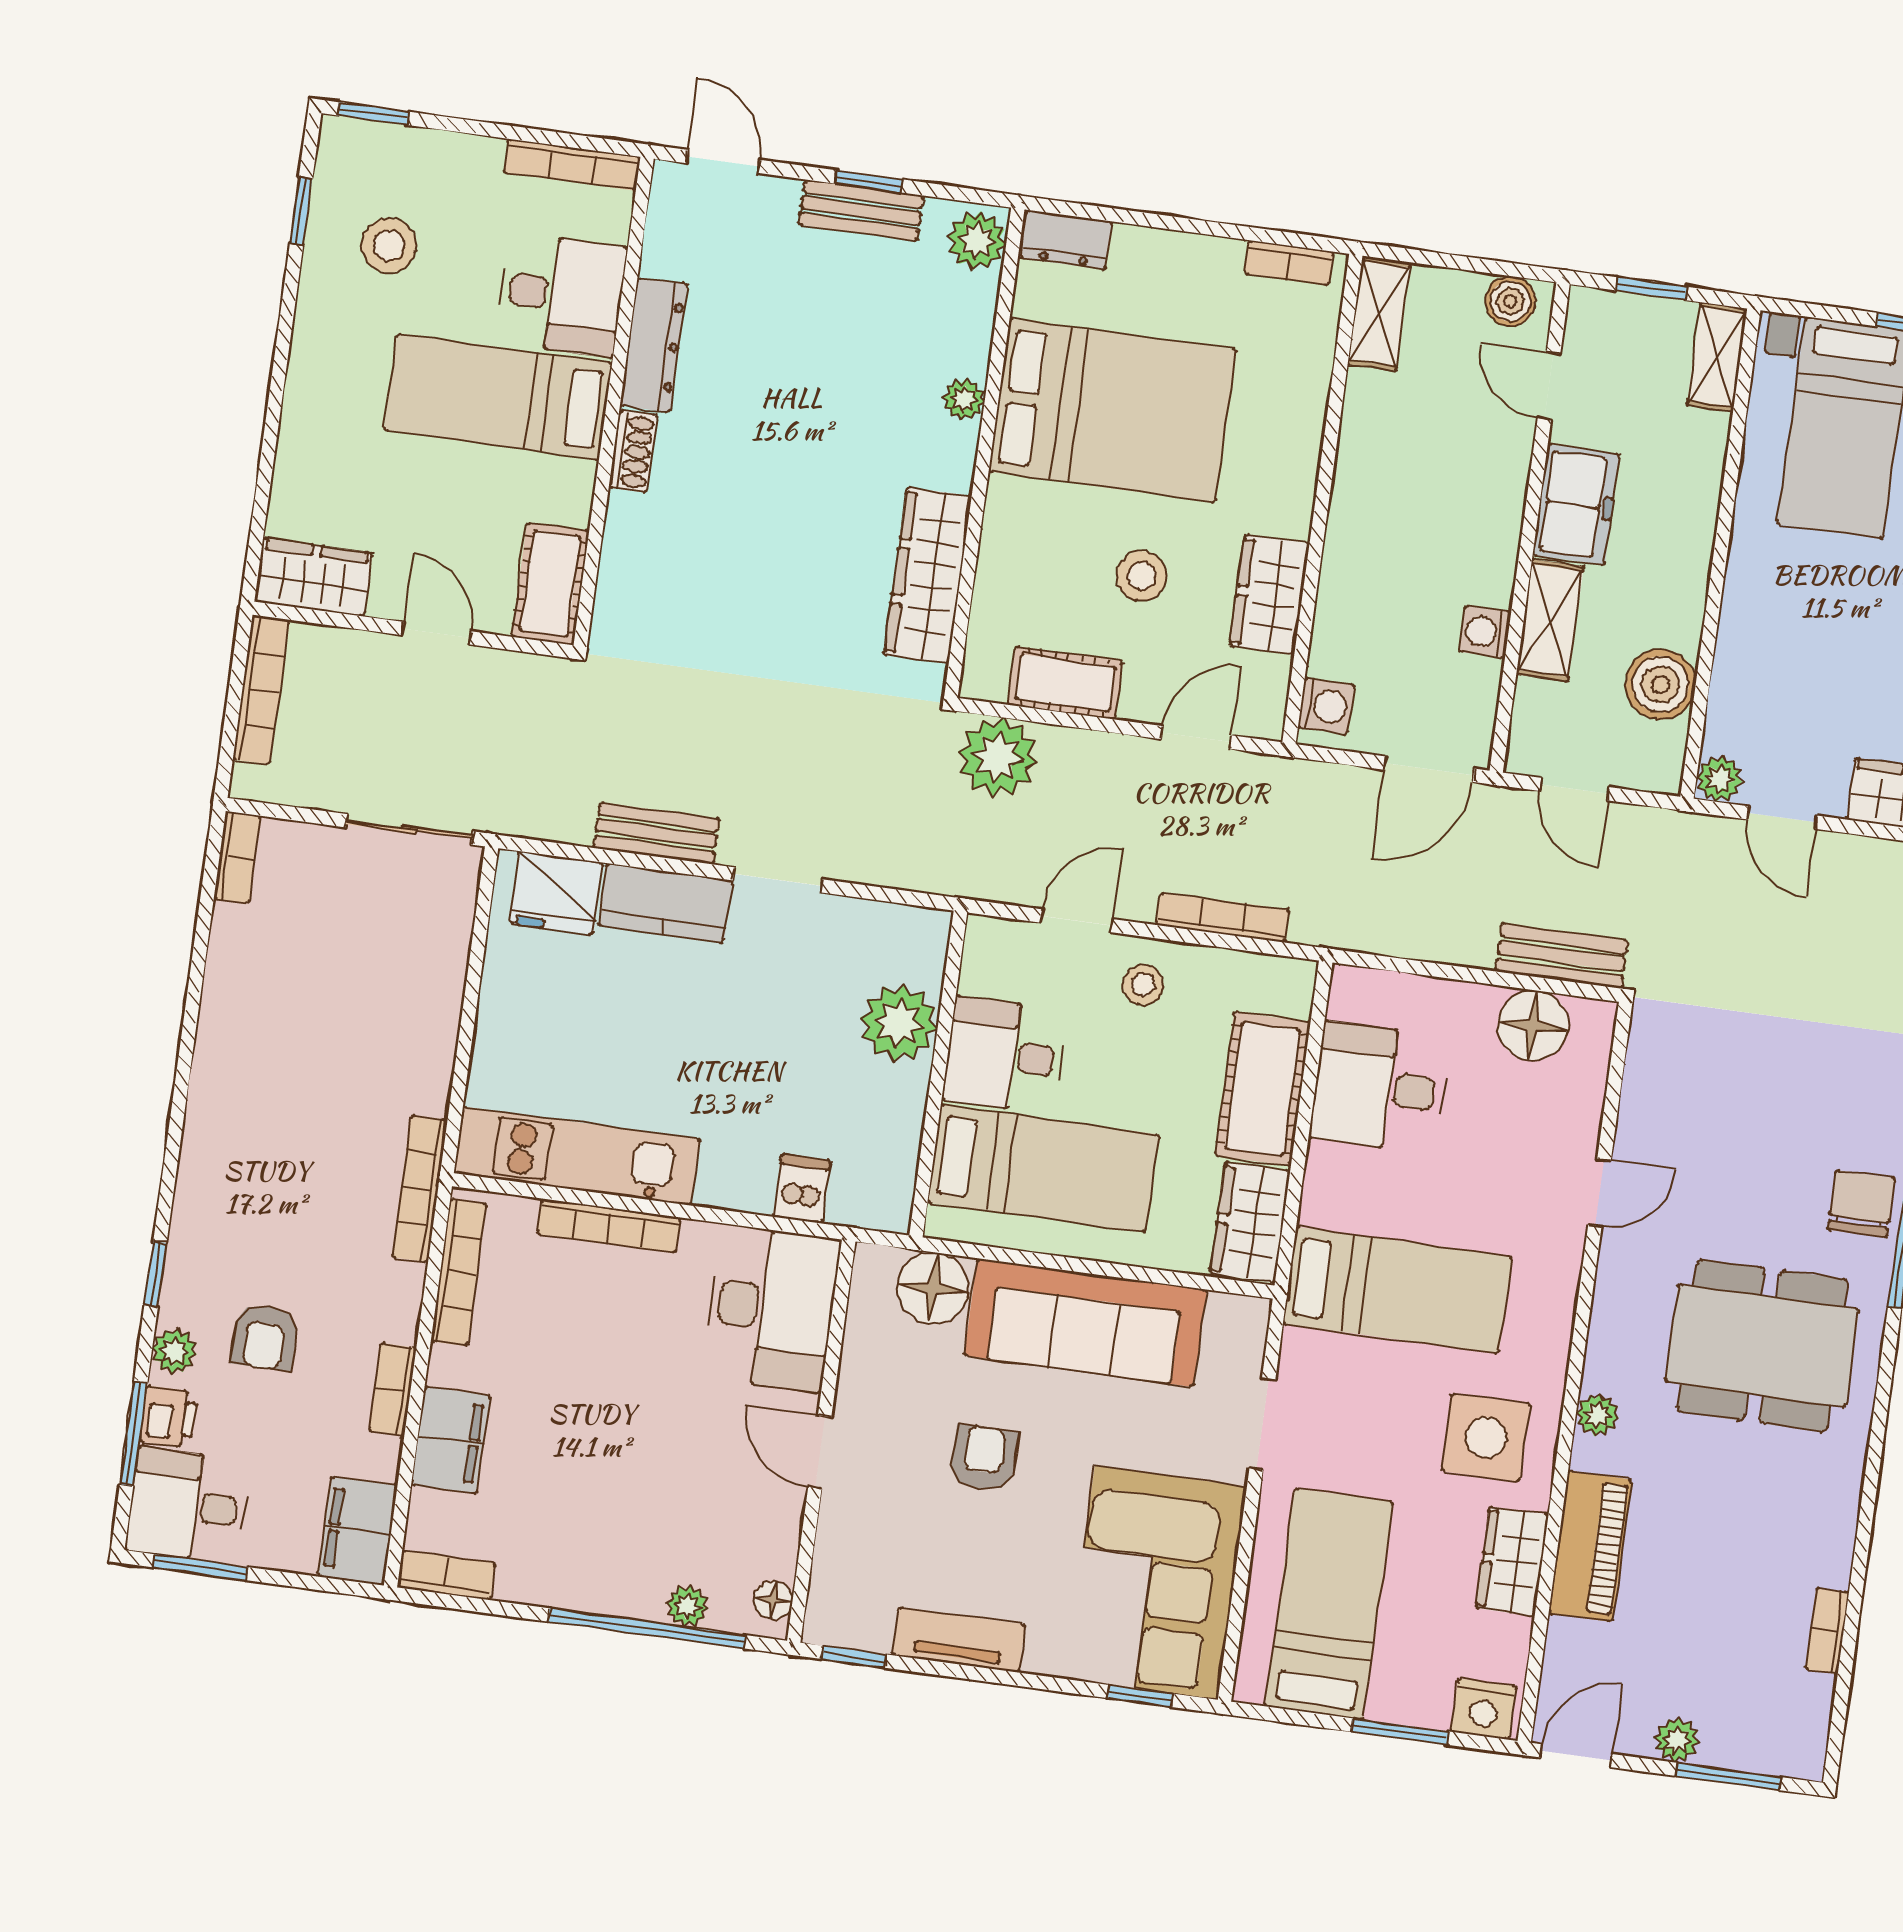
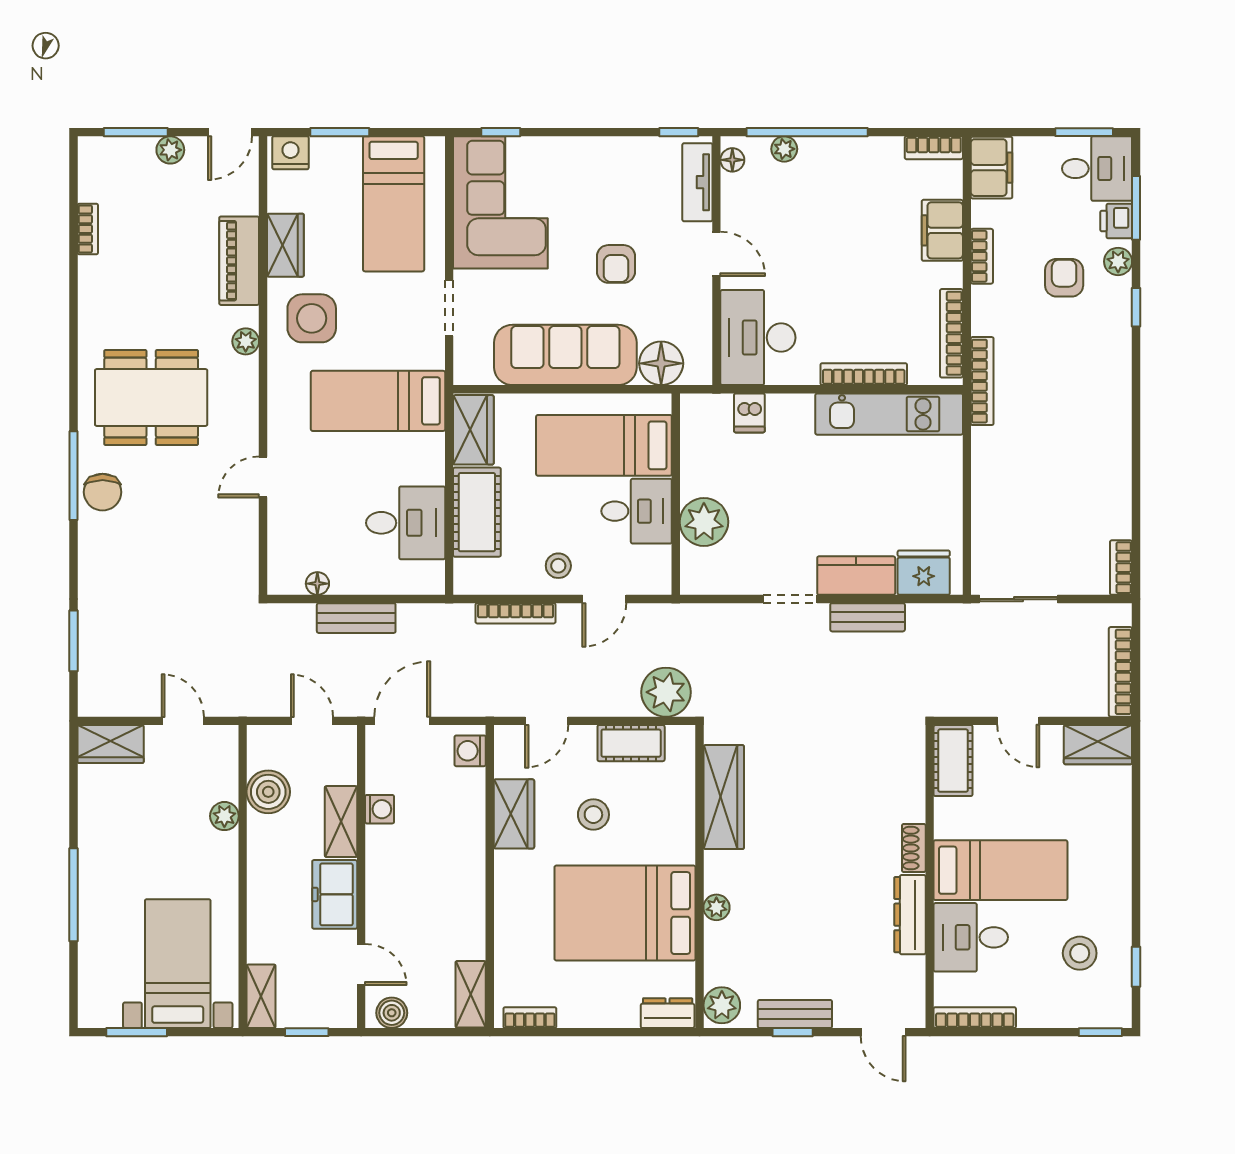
plant: (1719, 779) -> (224, 816), moved
bench: (1562, 956) -> (356, 618), moved
floor lamp: (1533, 1026) -> (317, 584), width x0.53, depth x0.53
tv unit: (959, 1640) -> (697, 182), moved, turned 90

